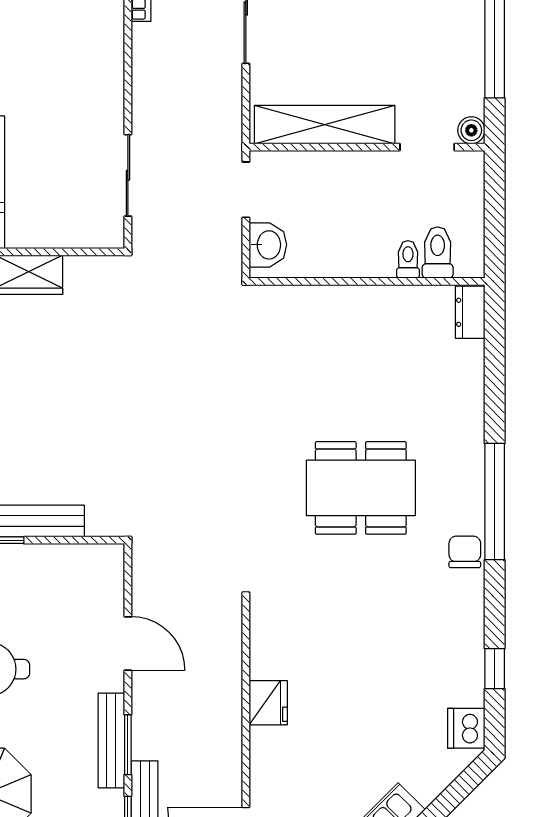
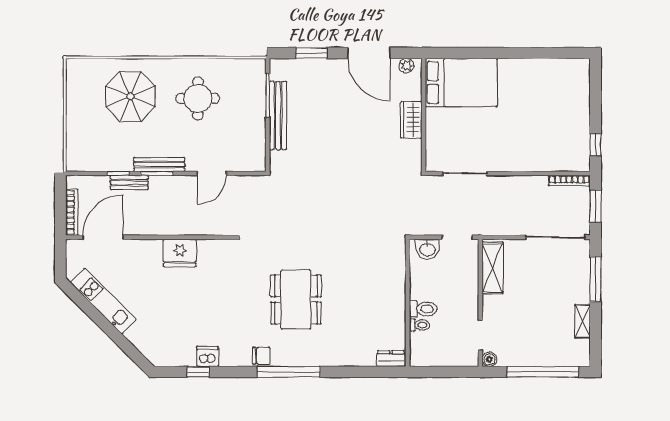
shelving: (325, 125) -> (492, 268), width x0.68
toilet: (438, 252) -> (423, 309), moved
fridge: (268, 703) -> (180, 253), width x1.36, depth x1.34
dishwasher: (466, 728) -> (207, 357), moved

